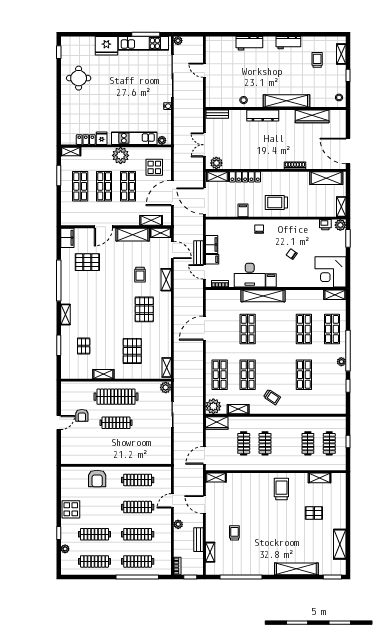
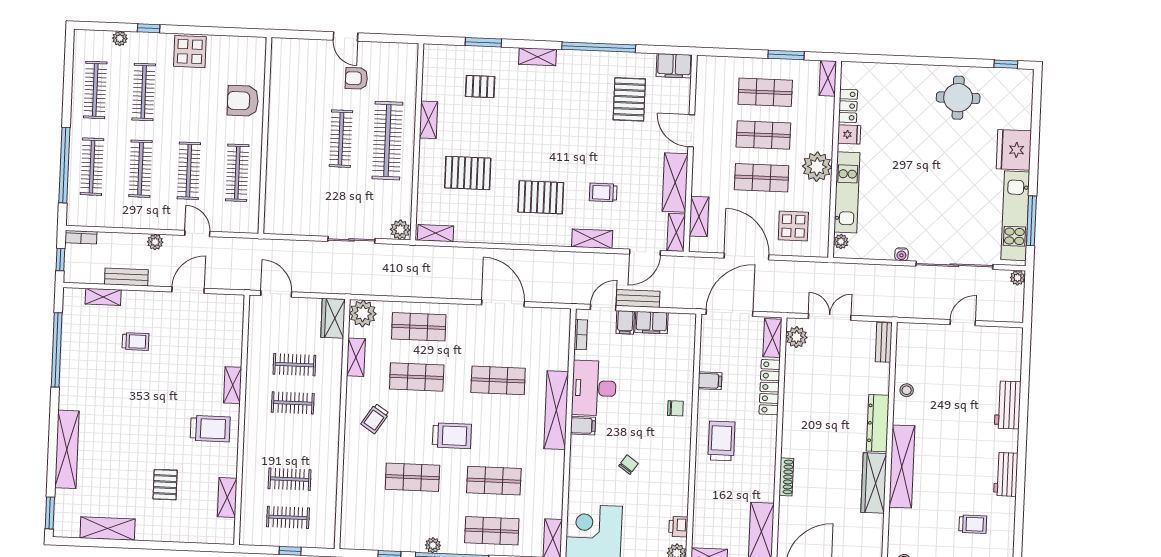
wardrobe: (312, 116) -> (874, 483), moved
trolley: (280, 354) -> (452, 436), added
shelving: (216, 478) -> (233, 385), moved

